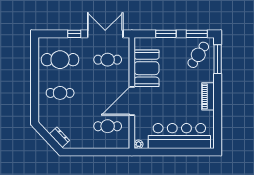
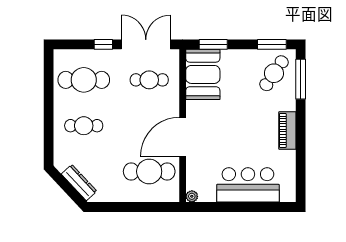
window: (166, 34) -> (213, 44), moved
booth: (147, 68) -> (203, 74), moved
cafe table: (108, 126) -> (149, 171), width x1.37, depth x1.35
bar counter: (179, 136) -> (248, 185), width x0.73
dresser: (59, 137) -> (79, 183), width x1.44

